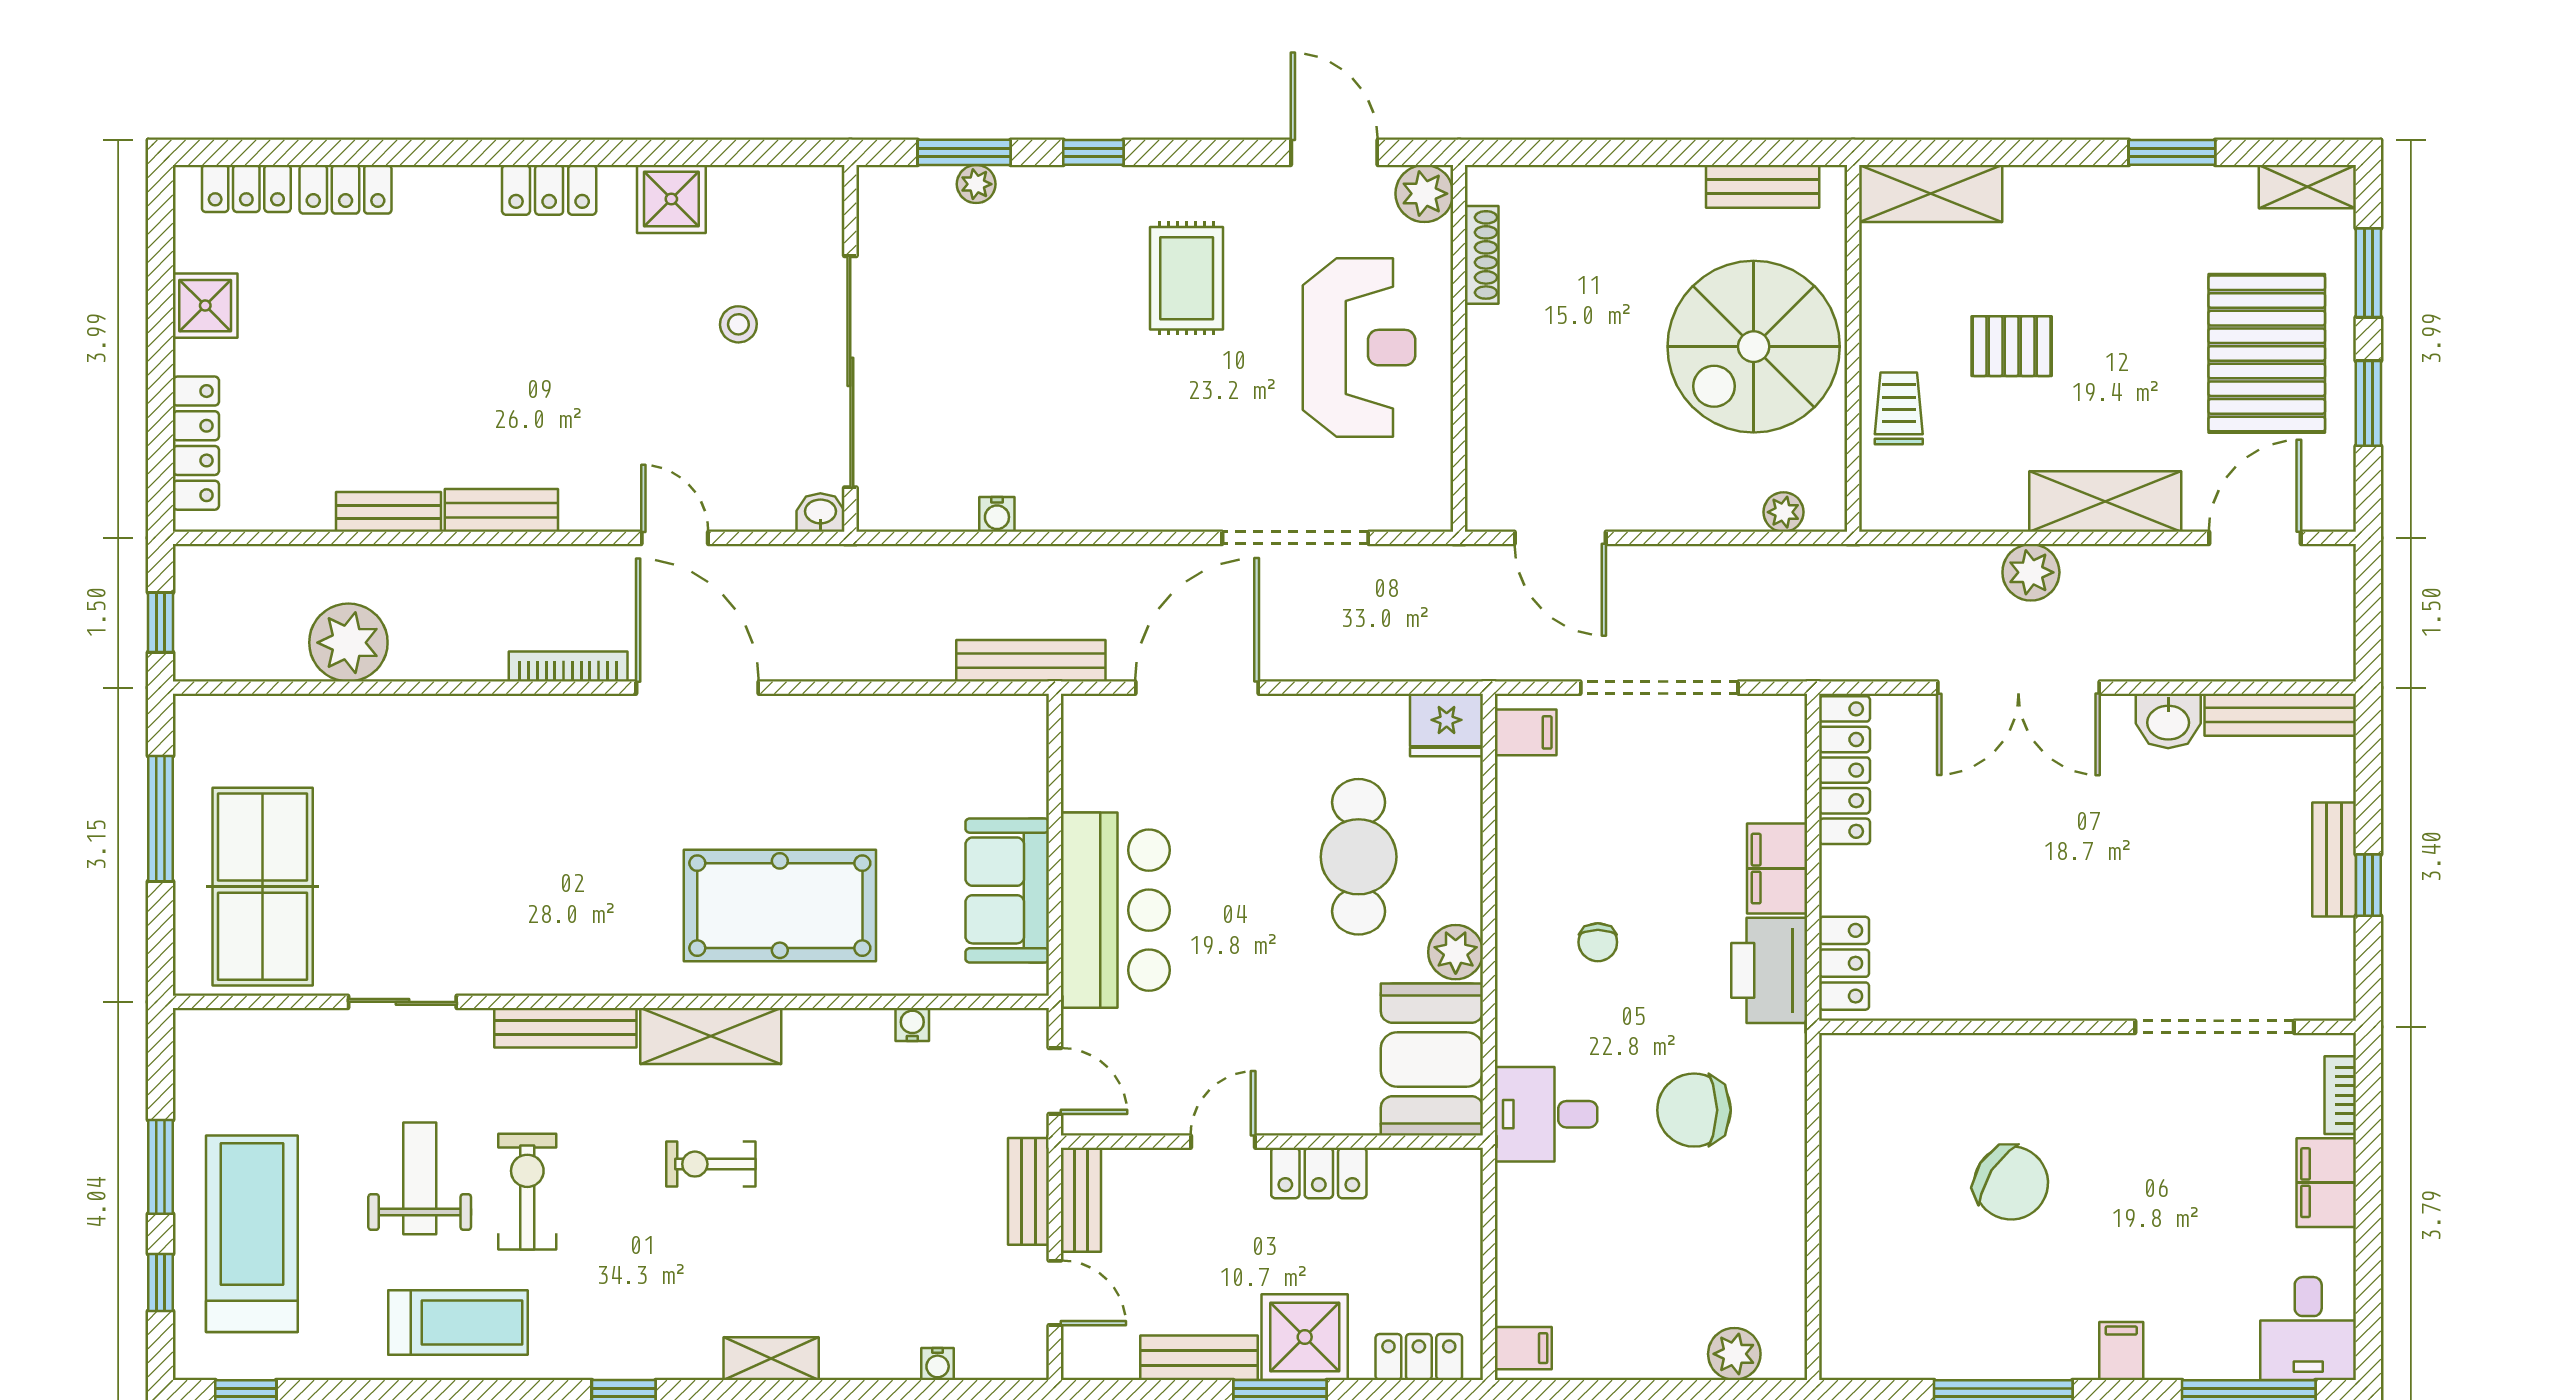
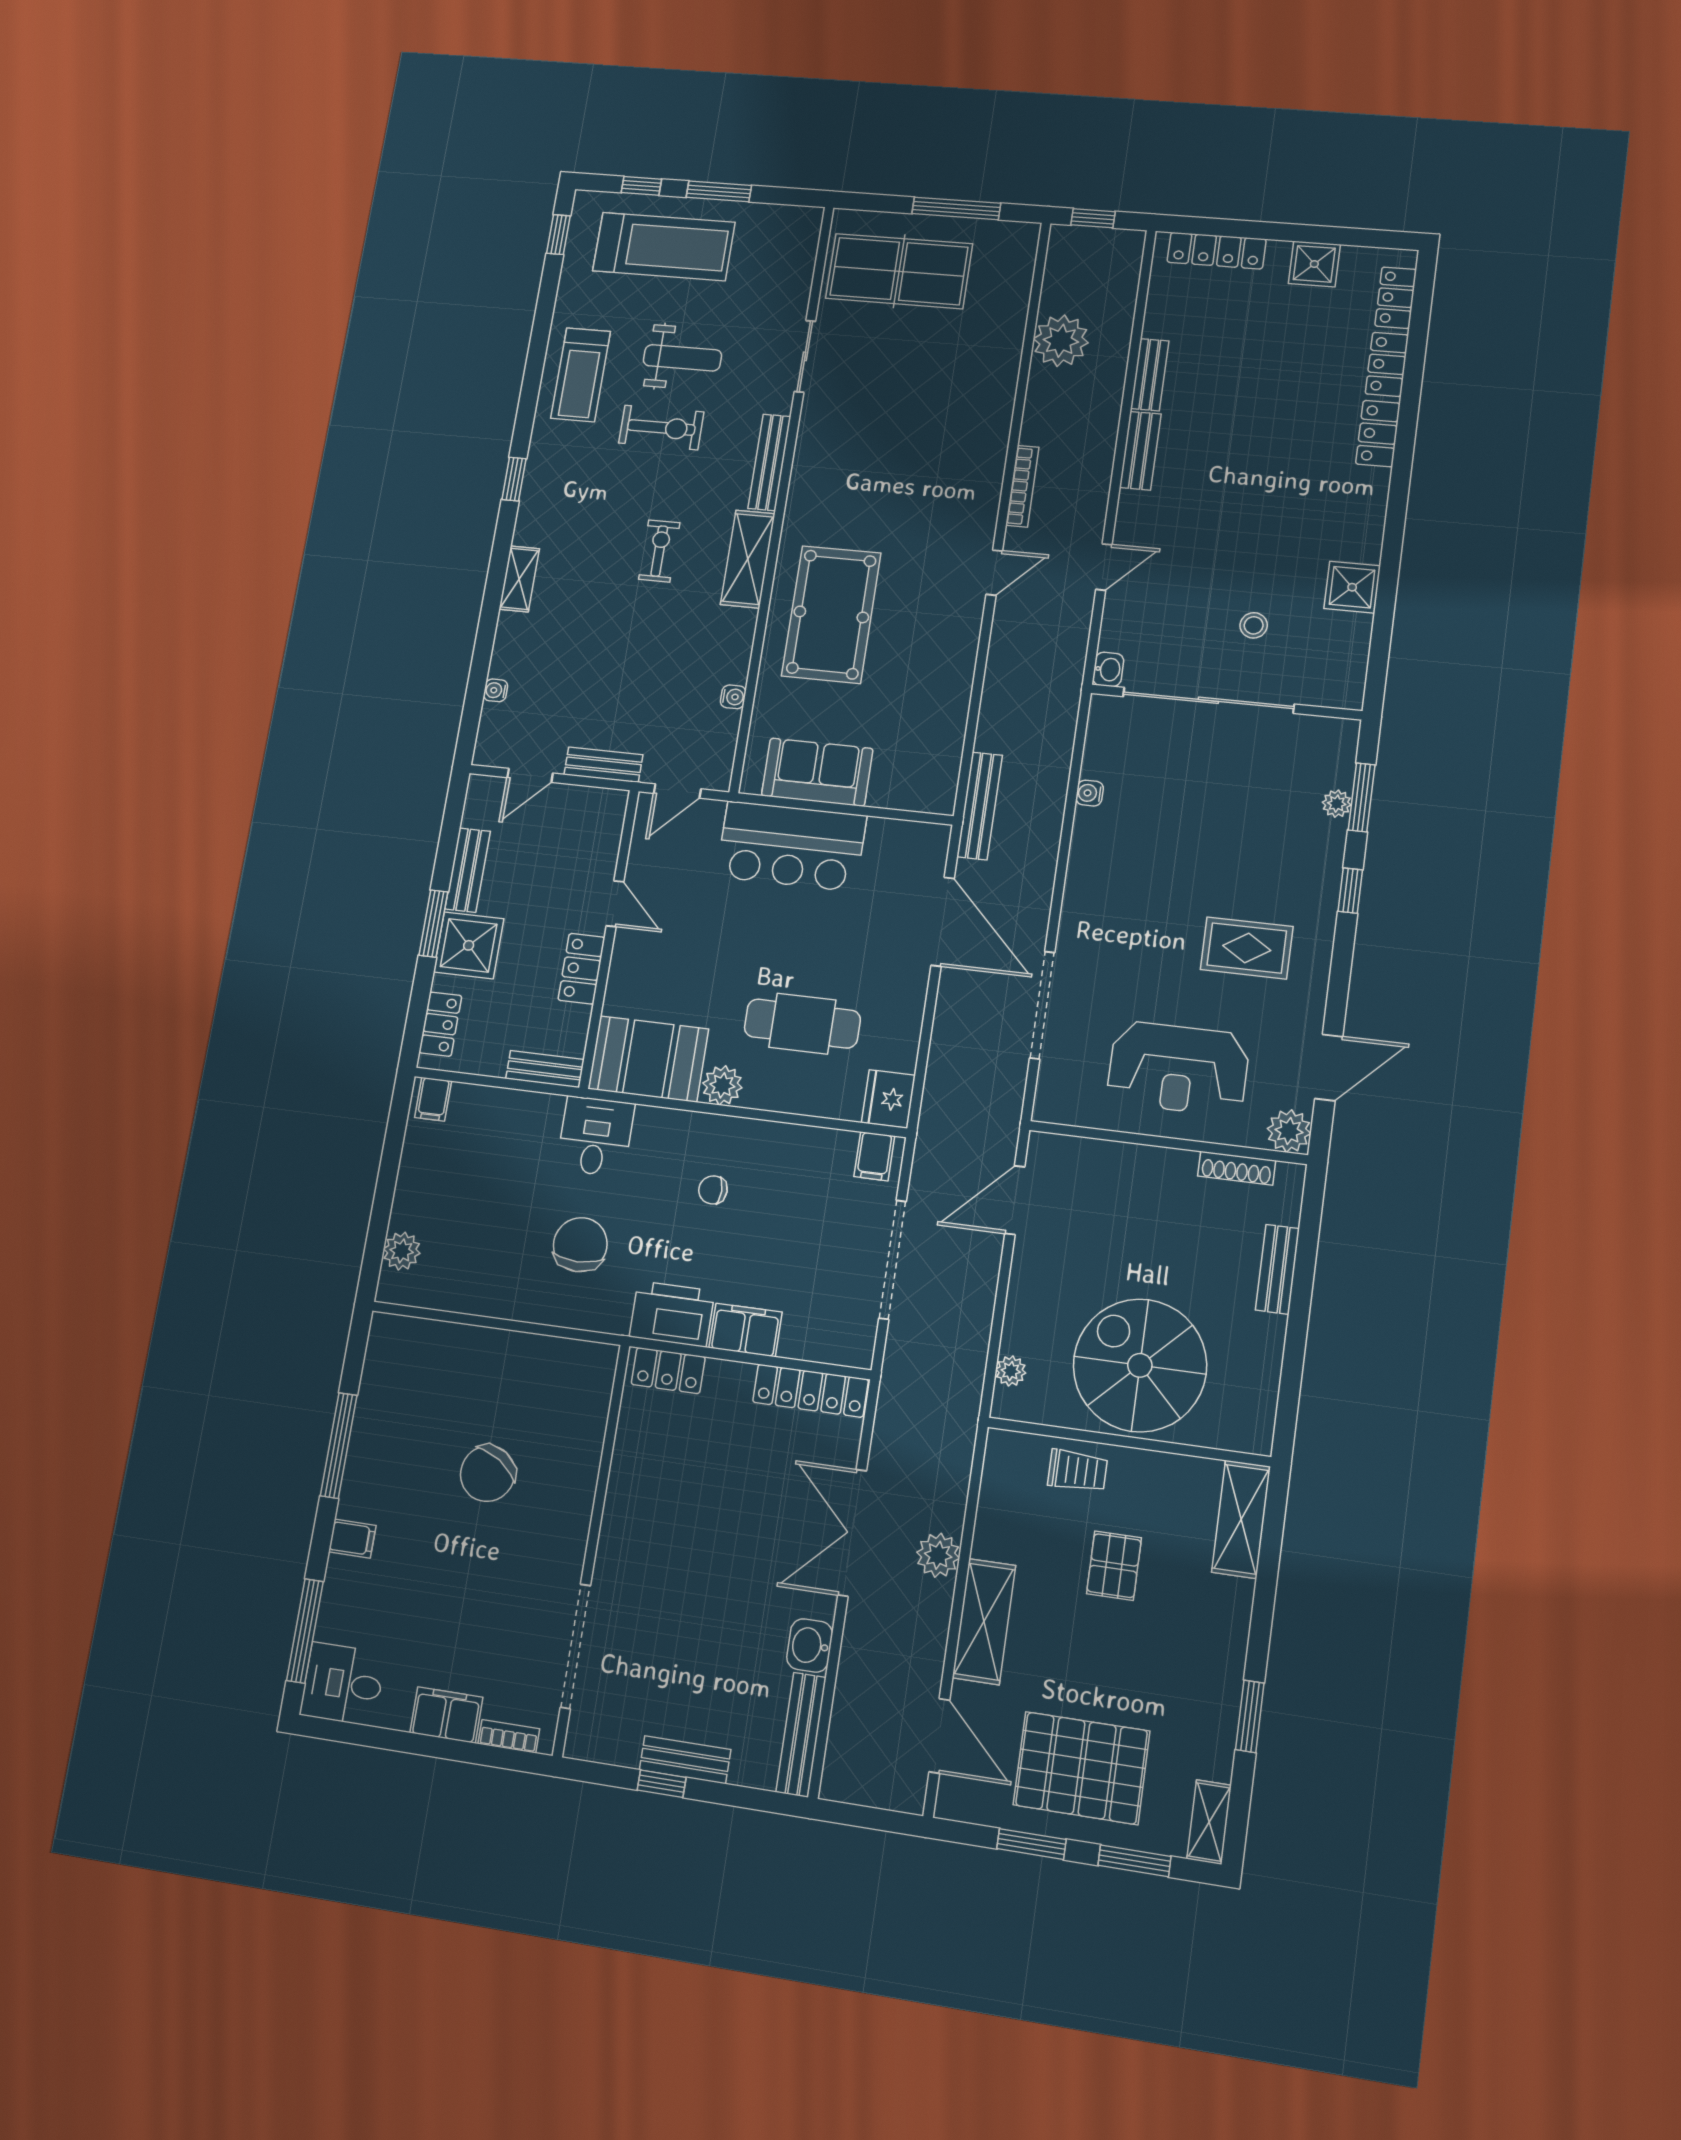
bench: (1763, 186) -> (1277, 1269), moved
locker: (549, 190) -> (1378, 434), moved
door: (697, 688) -> (994, 573), width x0.53
bench: (1081, 1200) -> (545, 1069), moved

